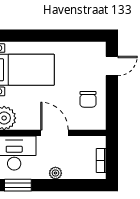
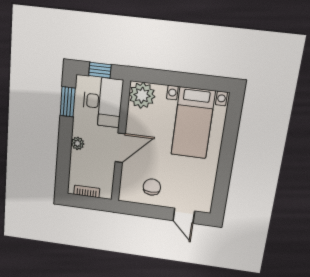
chair: (88, 99) -> (152, 187), turned 90

